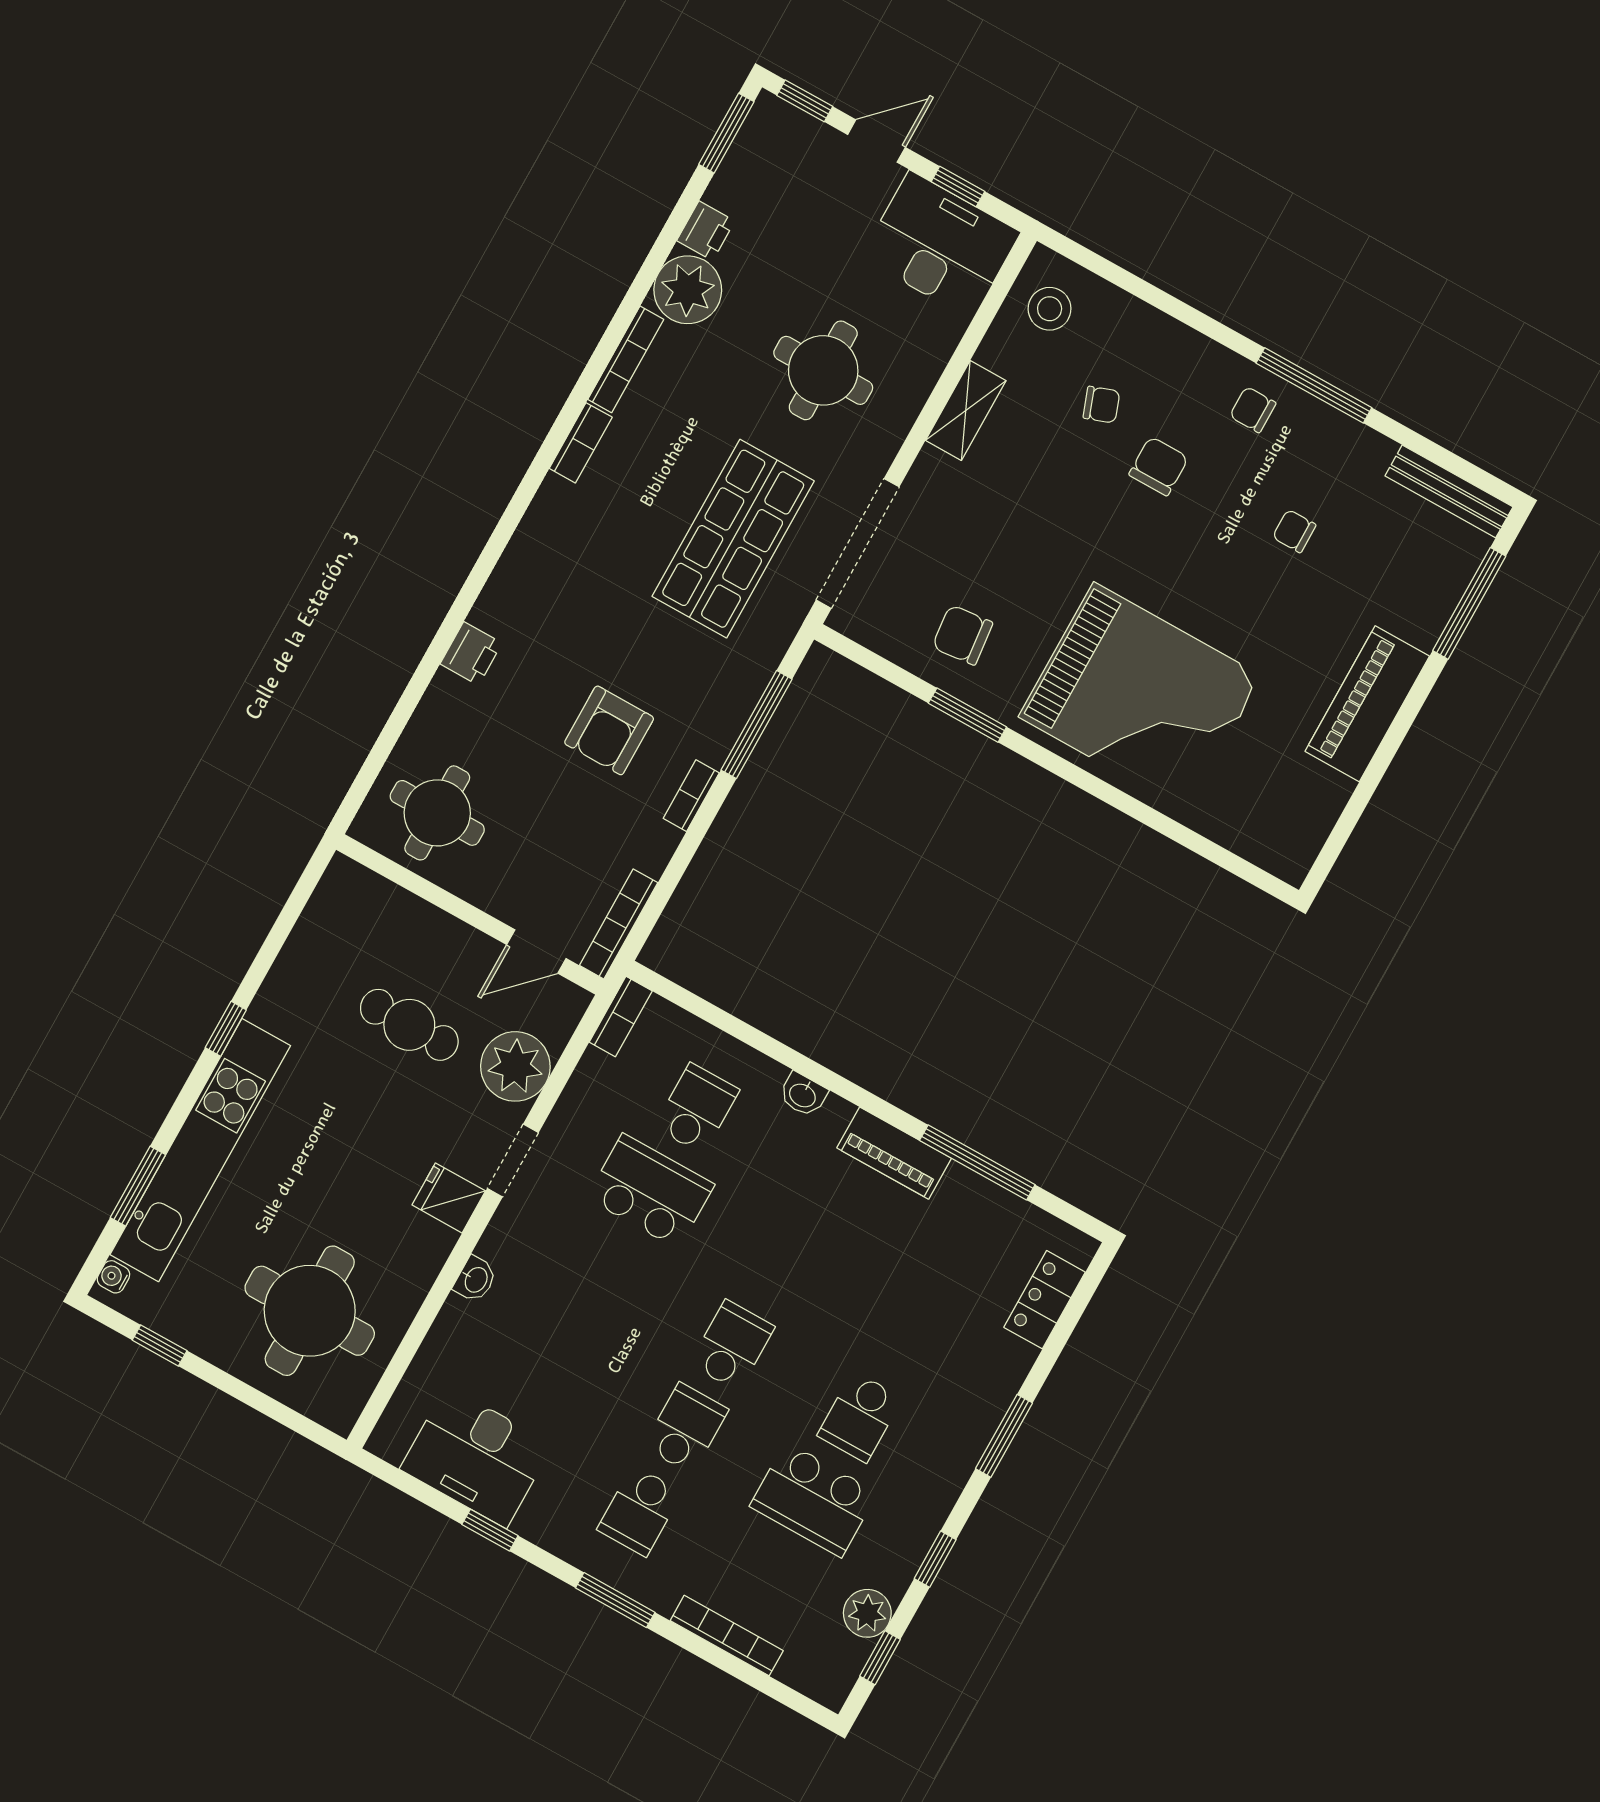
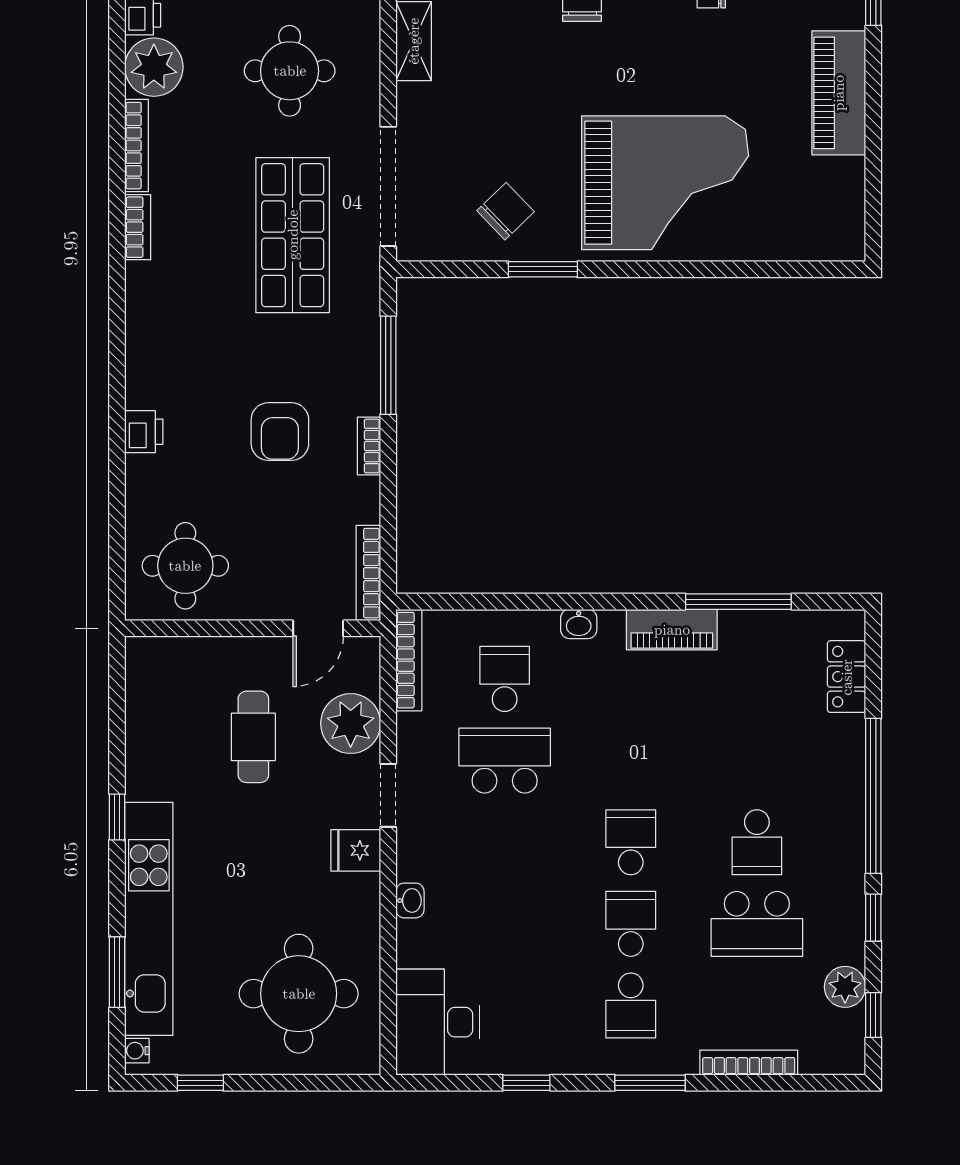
chair: (962, 635) -> (506, 211), turned 142
bookcase: (621, 1017) -> (409, 660), width x1.56
cafe table: (409, 1025) -> (253, 737), turned 90
window: (1004, 1436) -> (873, 796), width x2.11
desk: (476, 1457) -> (438, 1022), moved, turned 90

